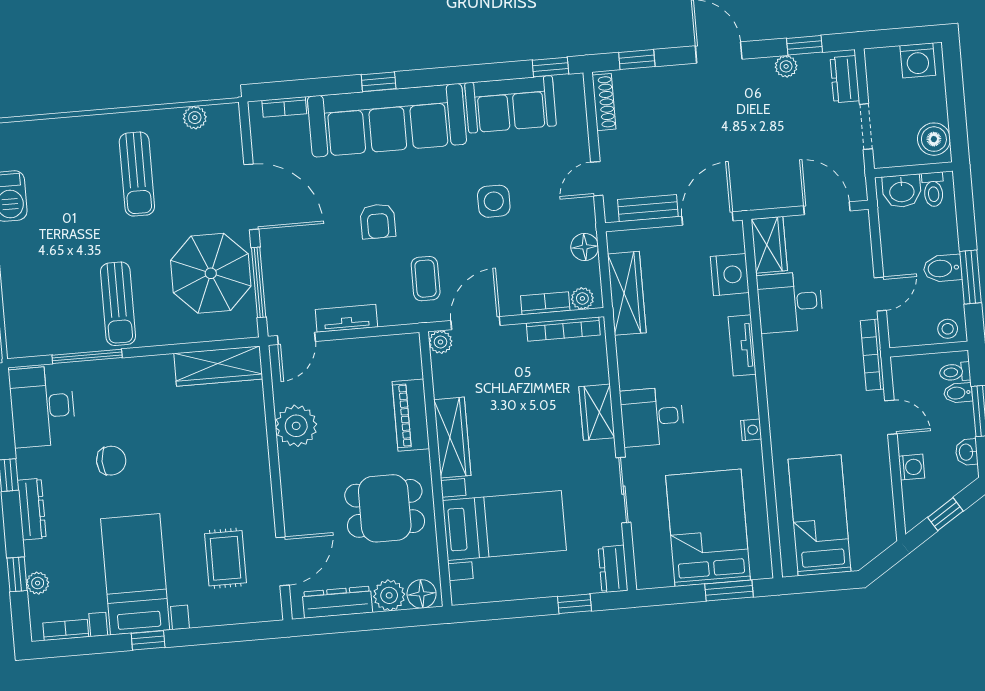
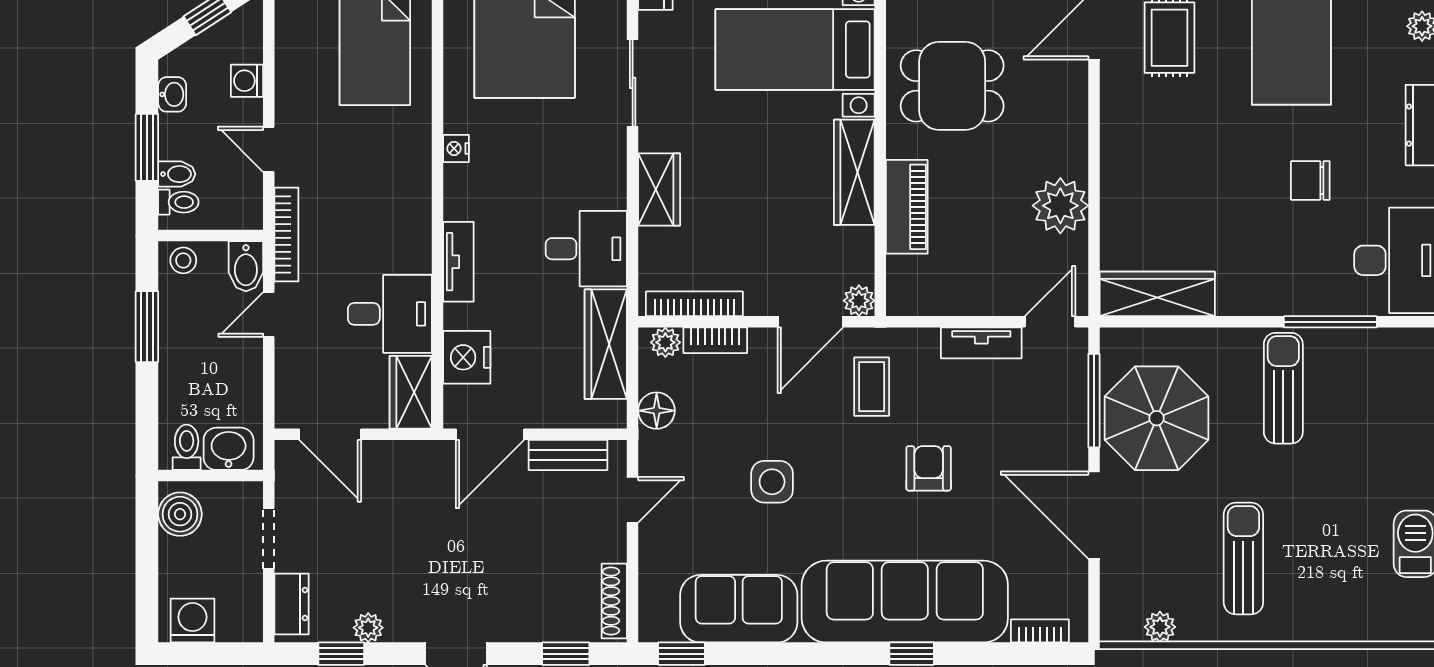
bidet: (942, 268) -> (246, 266), moved, turned 90
desk: (652, 417) -> (586, 249), moved

